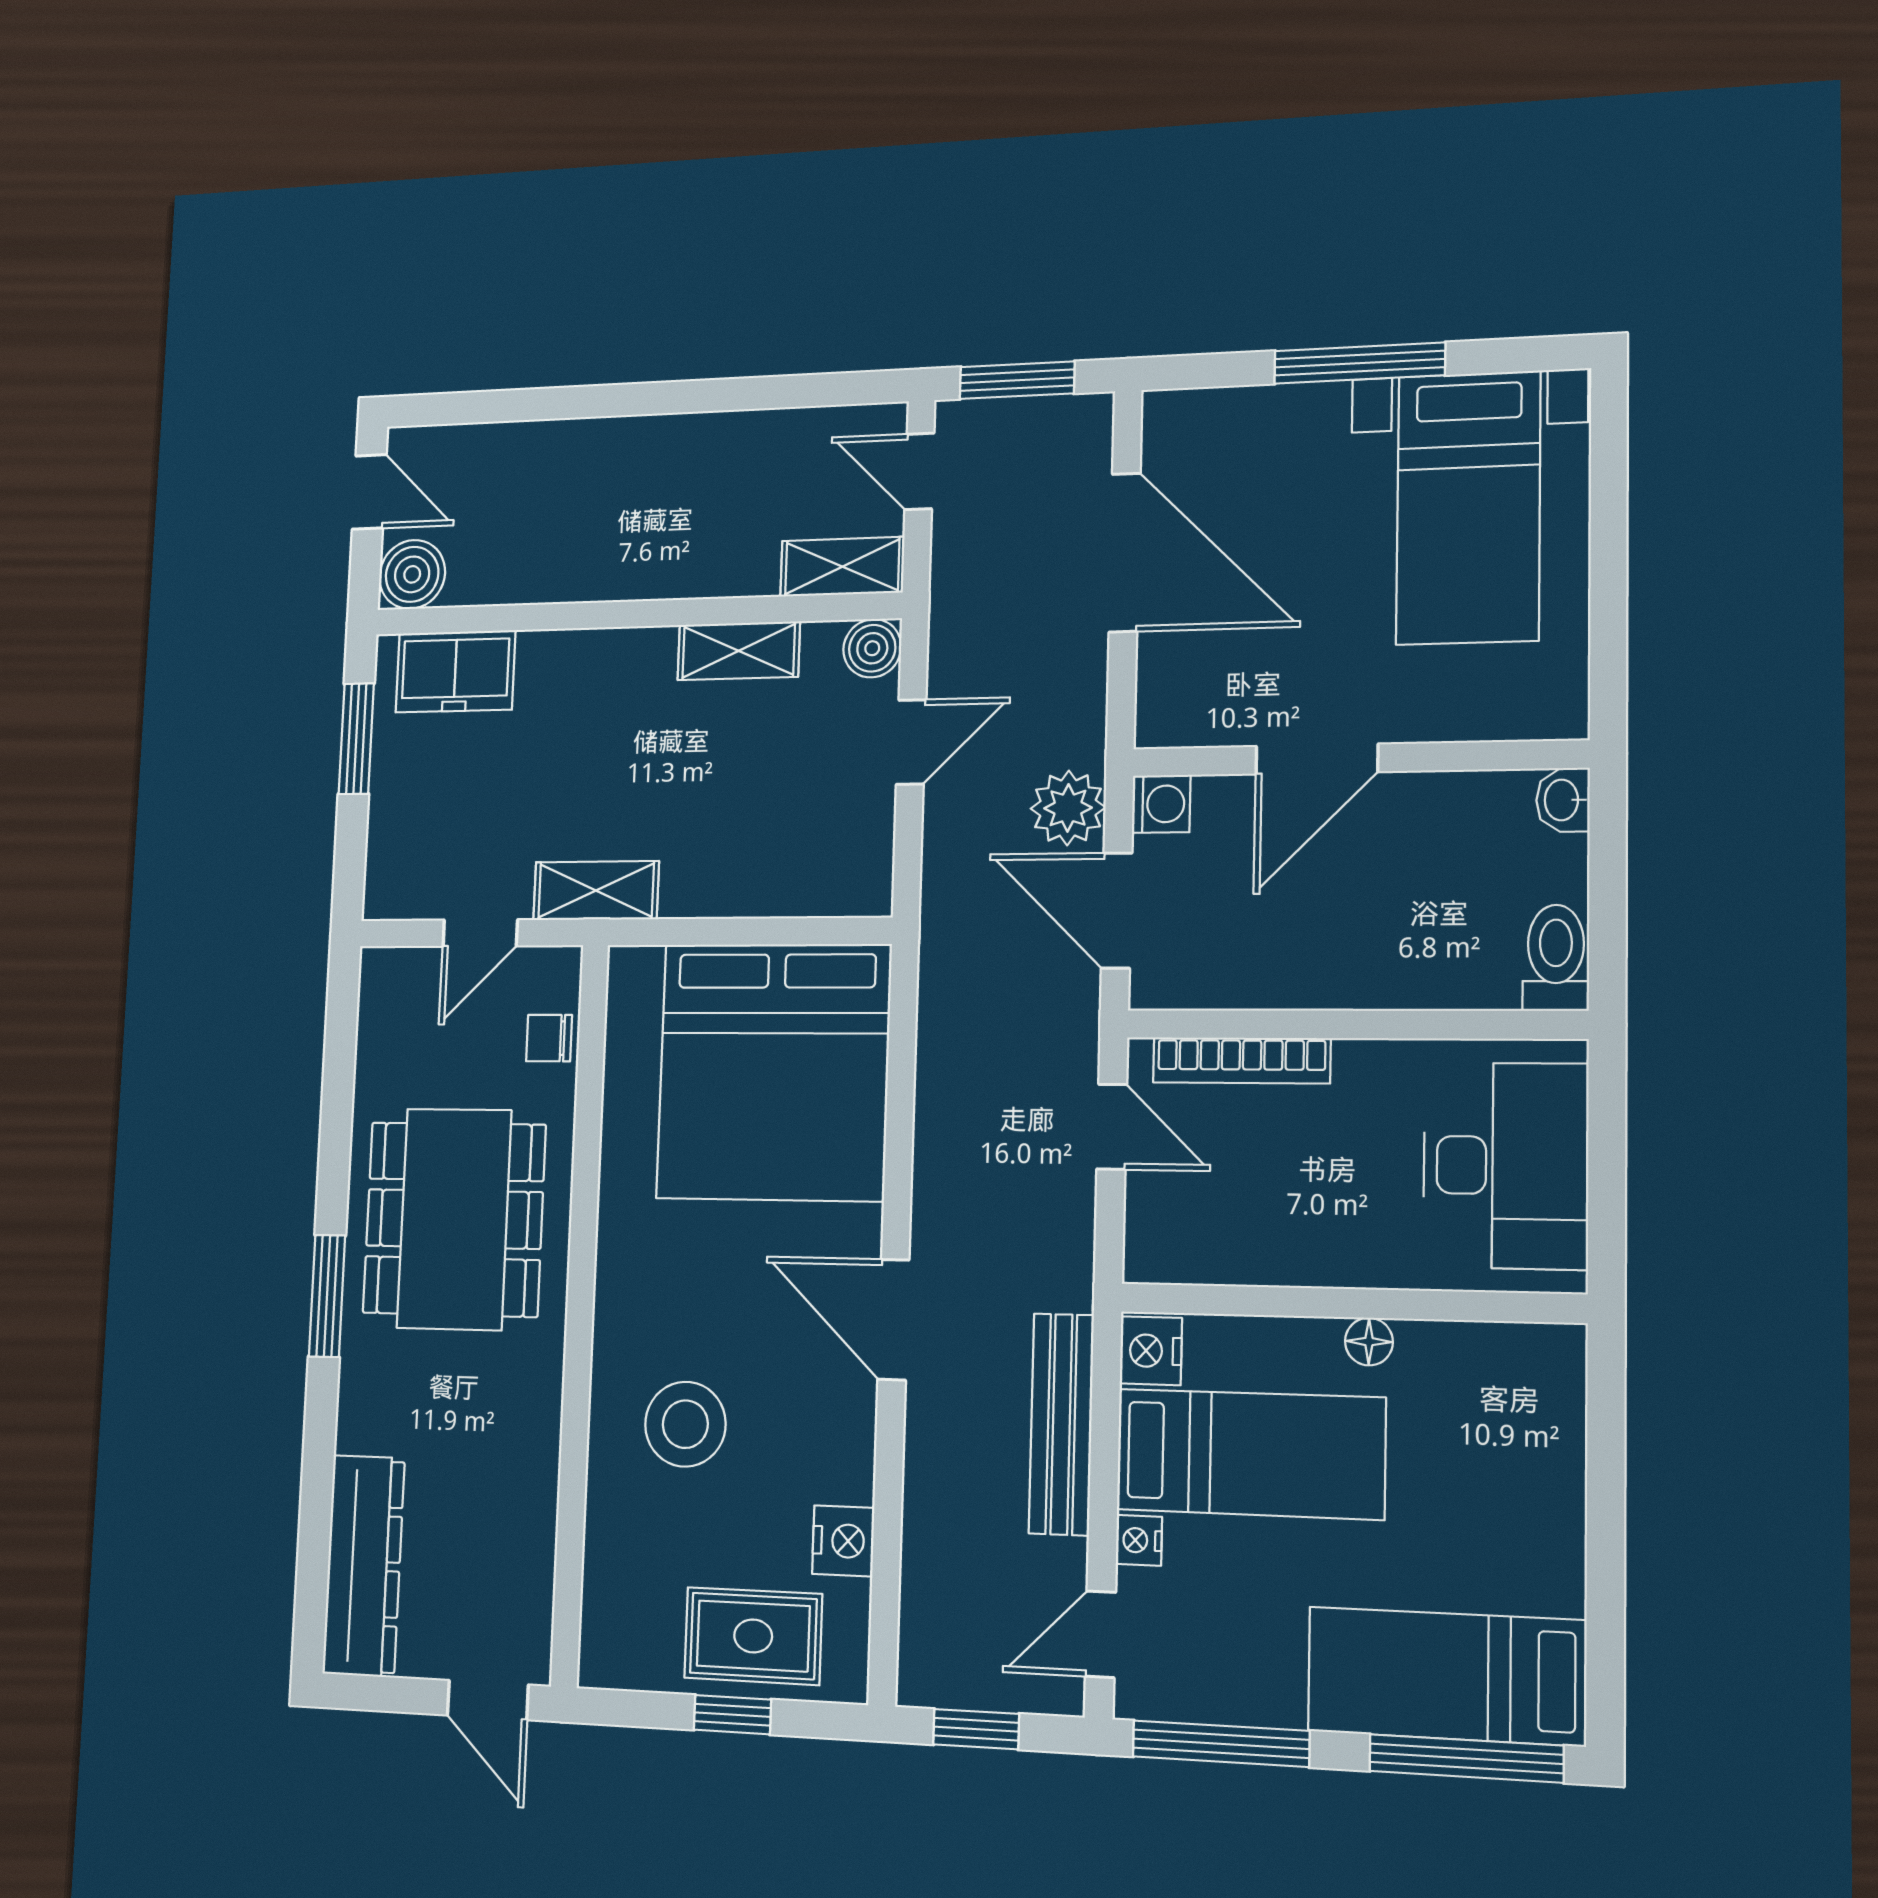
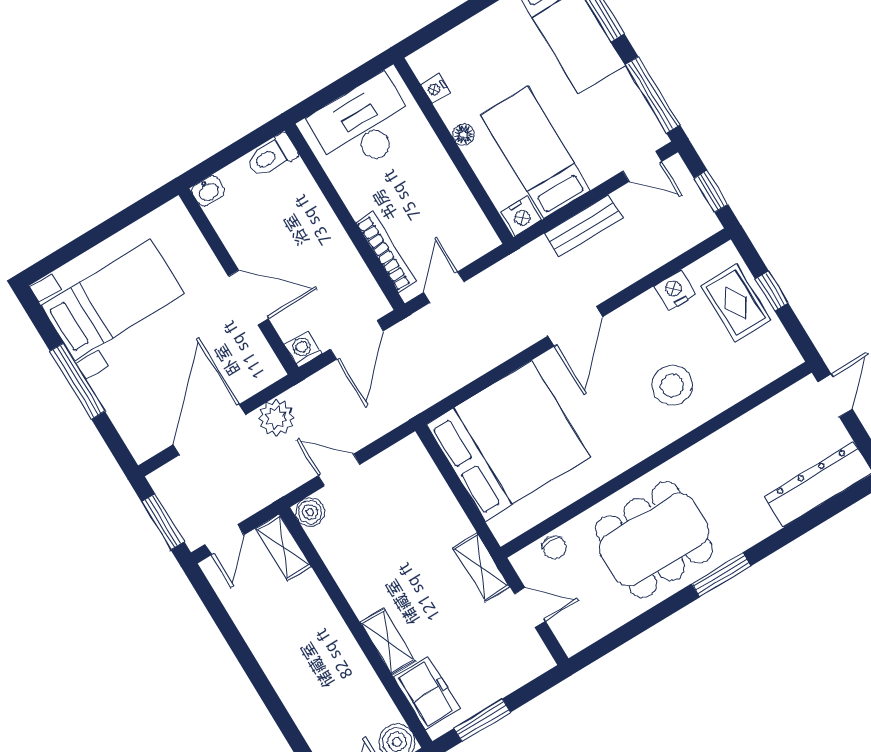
shelving: (739, 651) -> (388, 642), moved
plant: (1068, 808) -> (276, 417), moved
bench: (1061, 1424) -> (584, 226), width x0.73
nightstand: (1139, 1540) -> (435, 89), moved, turned 90

